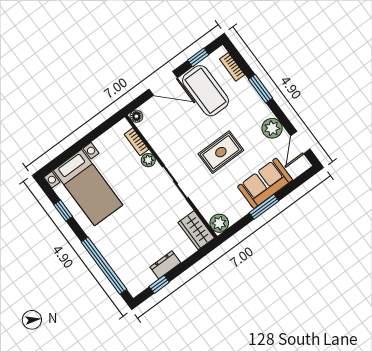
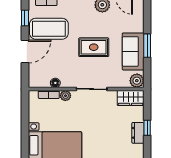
floor lamp: (136, 116) -> (55, 83), moved
rug: (221, 152) -> (94, 47), turned 90
sofa: (265, 183) -> (133, 51), moved
window: (159, 284) -> (147, 128), moved

